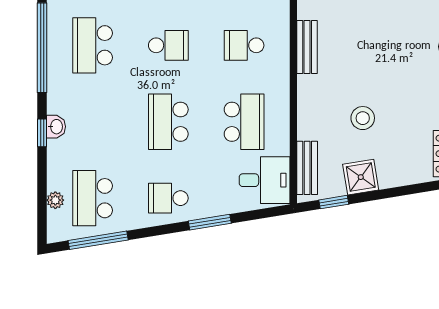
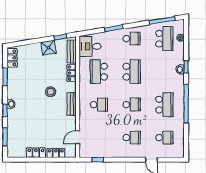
school desk: (168, 45) -> (132, 105), turned 180
locker: (307, 118) -> (71, 73), added
stool: (363, 118) -> (51, 92), moved

